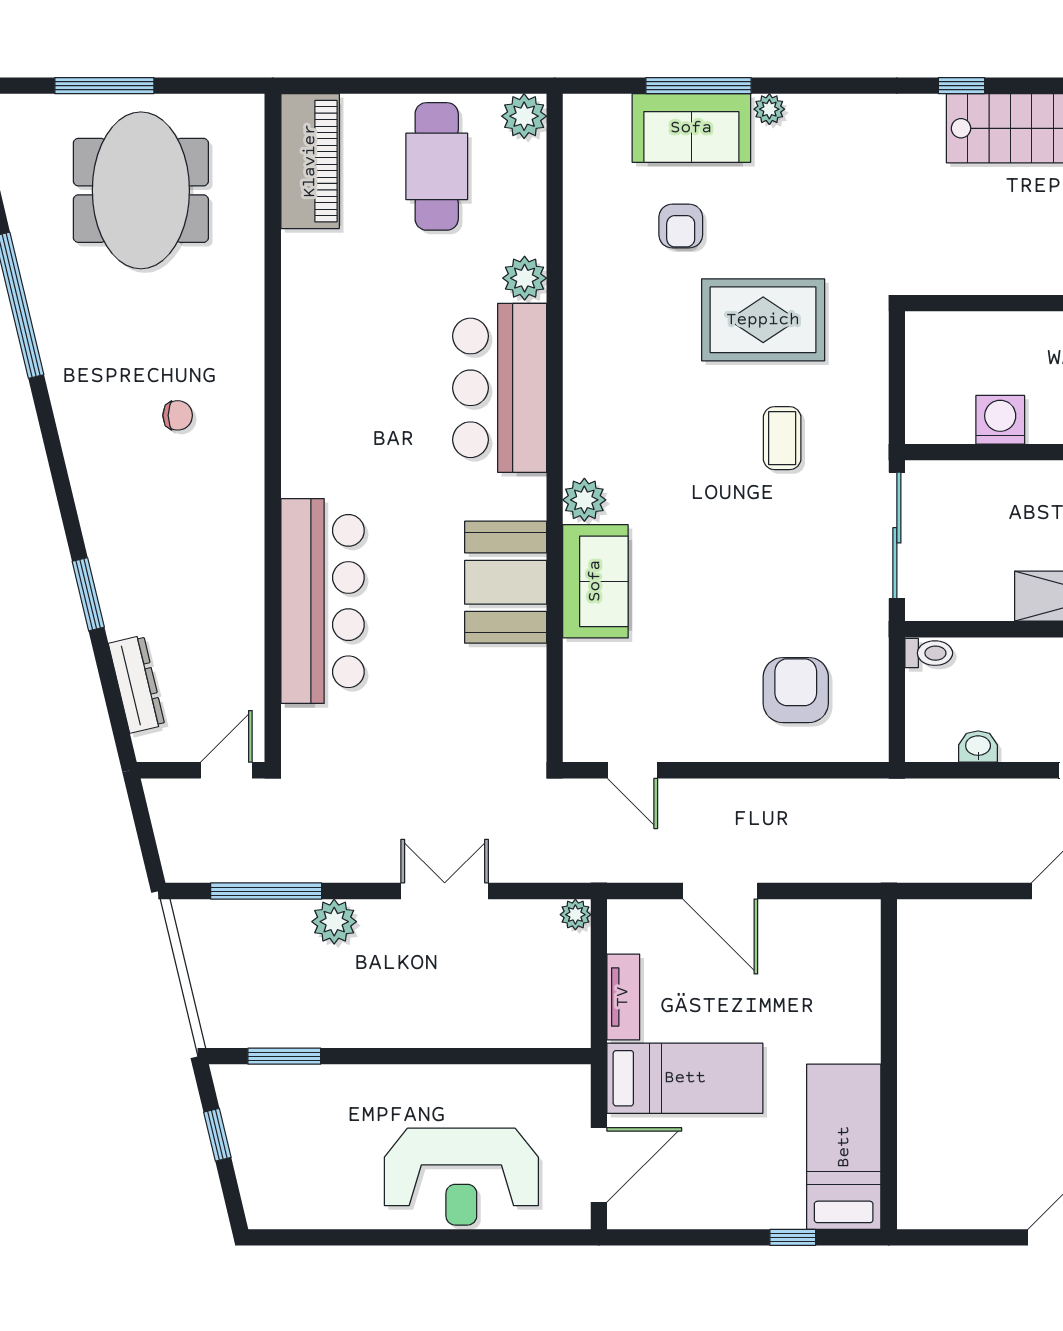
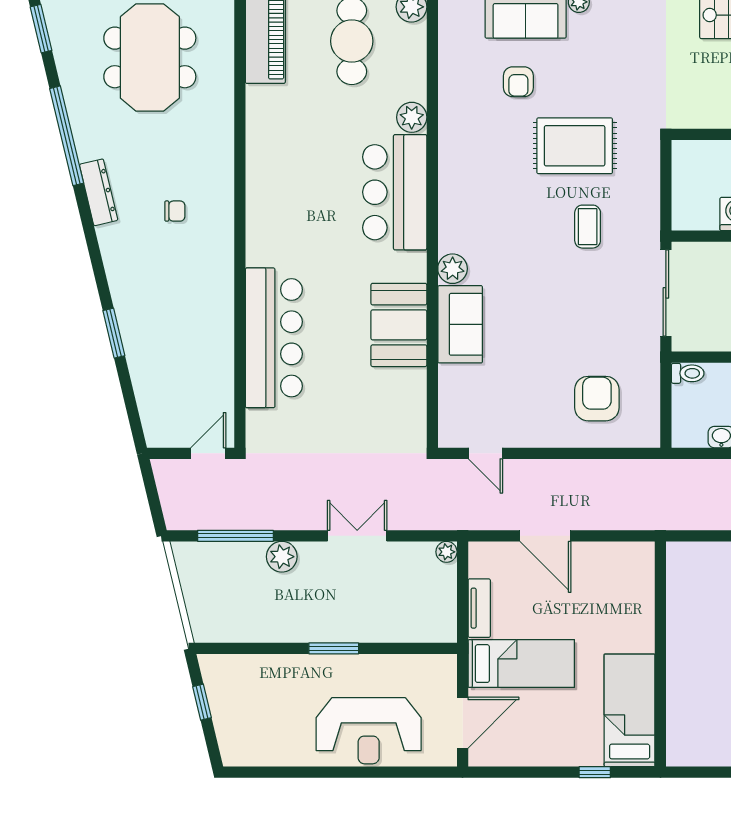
dresser: (137, 684) -> (99, 192), moved
window: (284, 1056) -> (334, 648), moved

